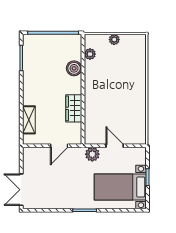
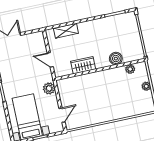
door: (115, 146) -> (62, 115), moved

